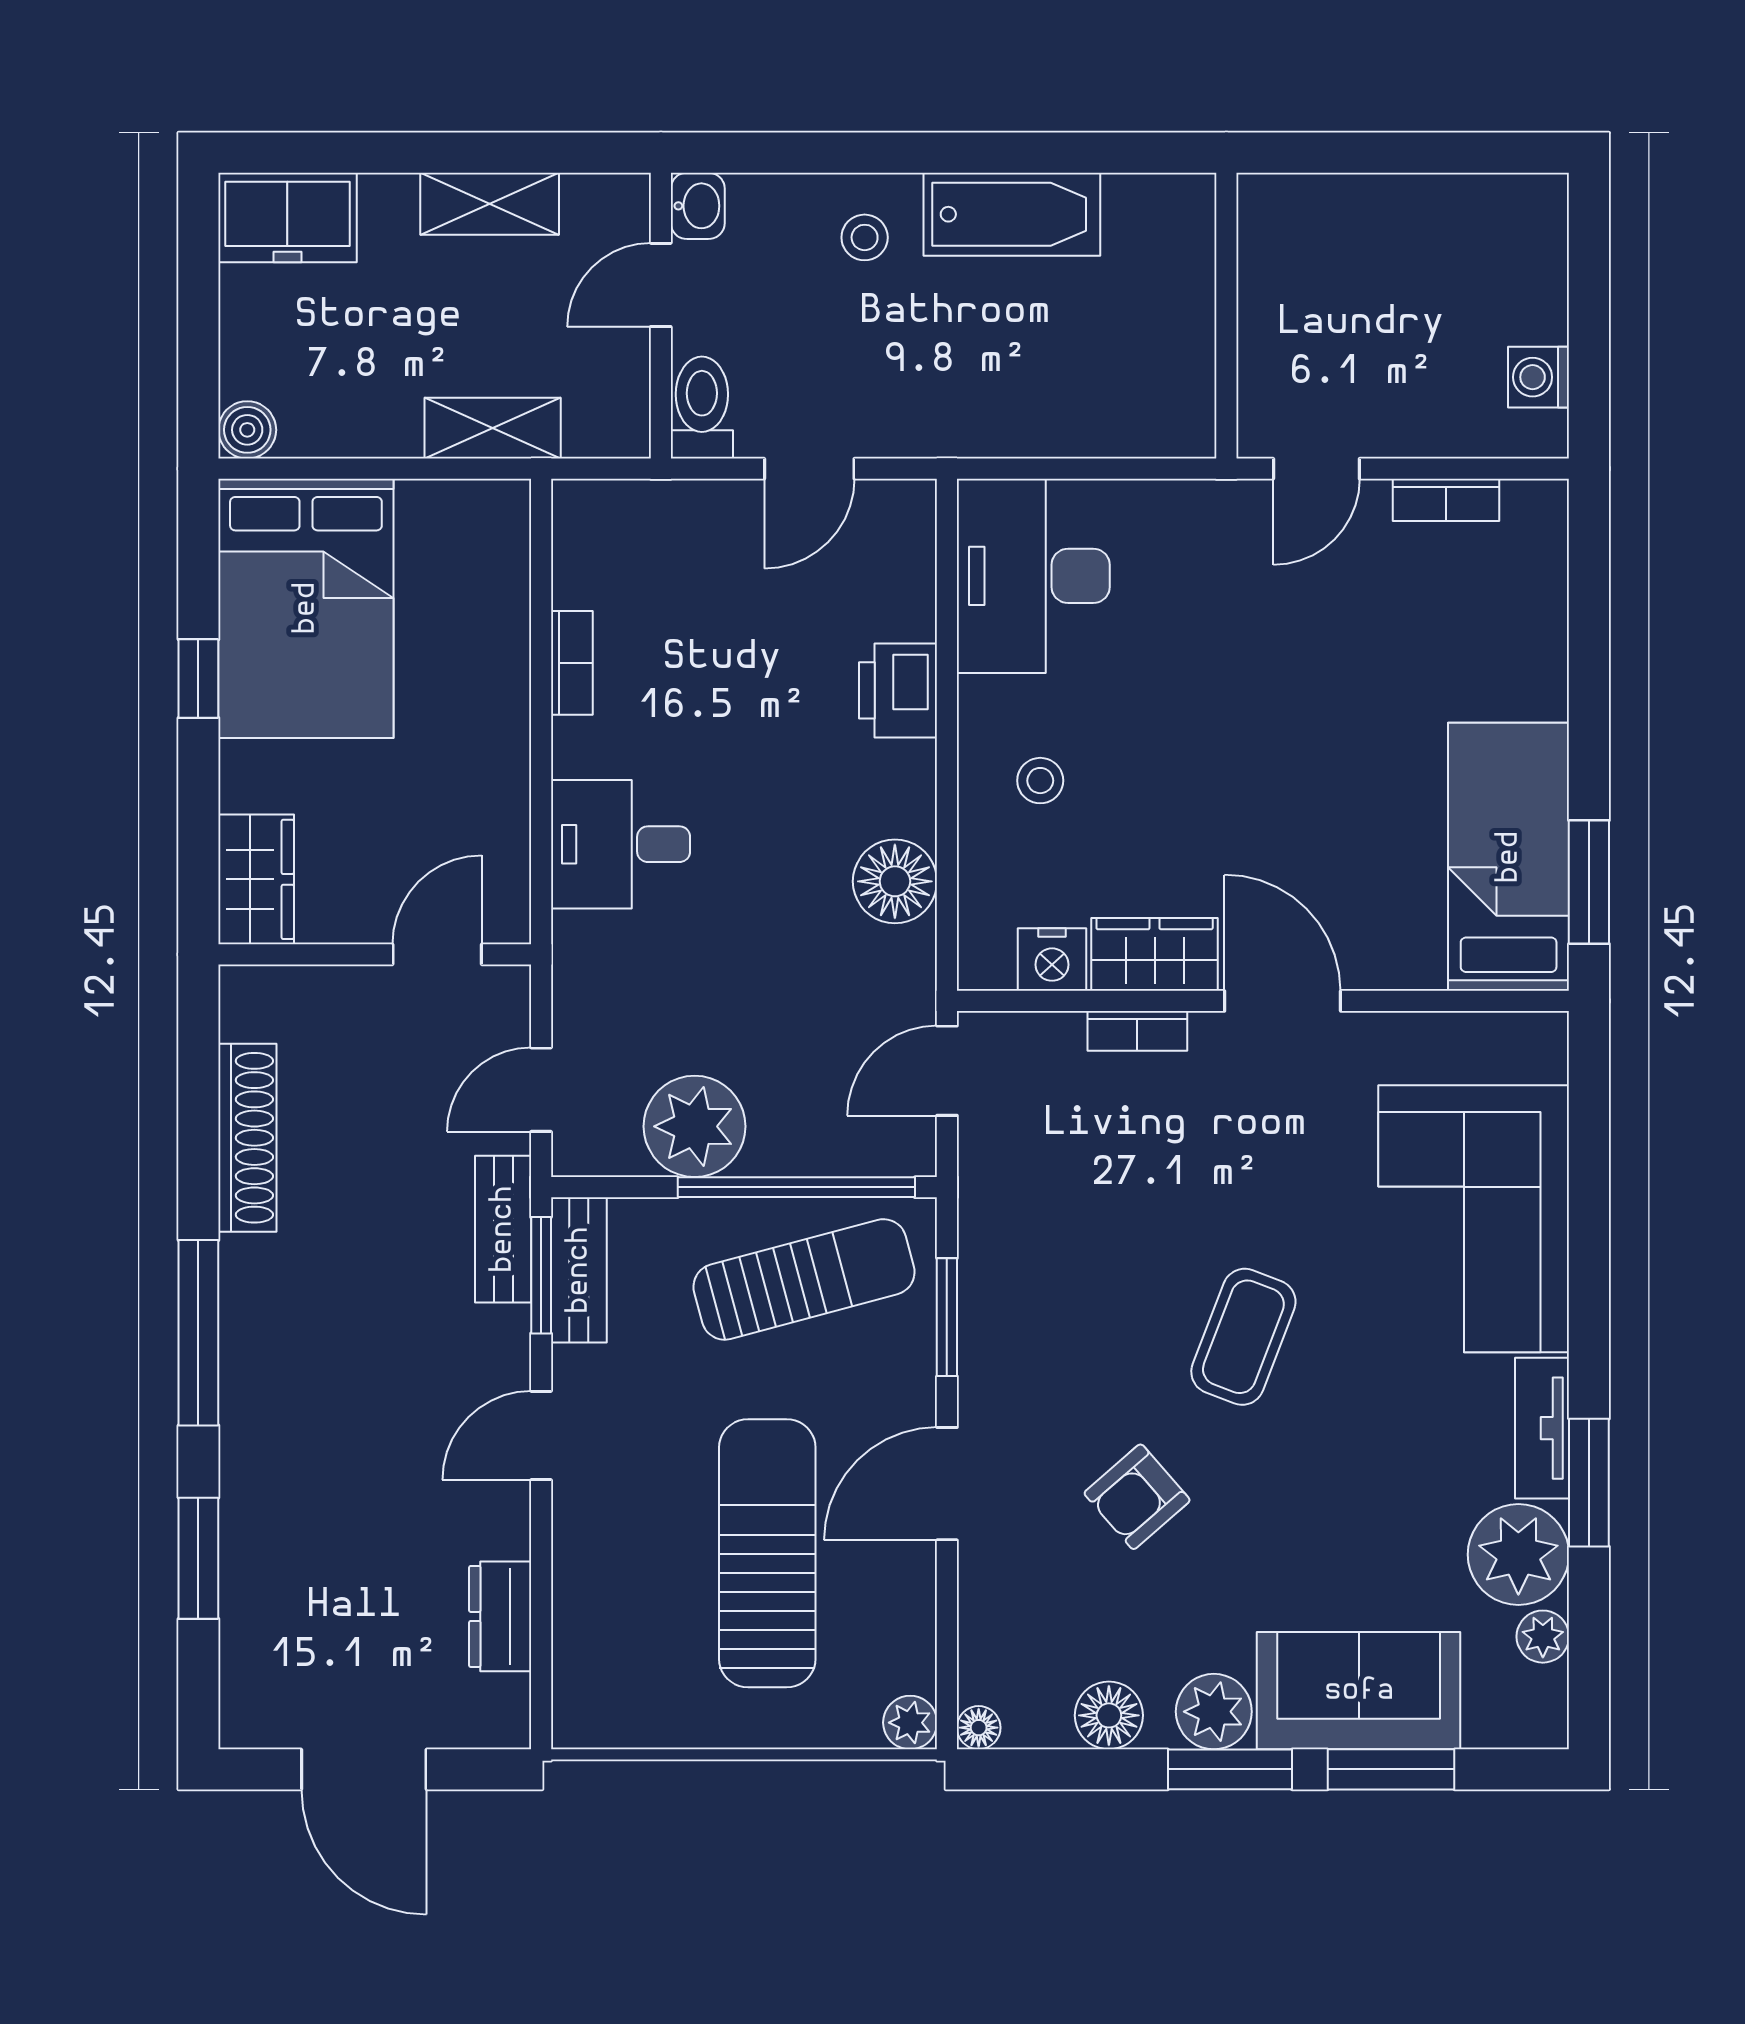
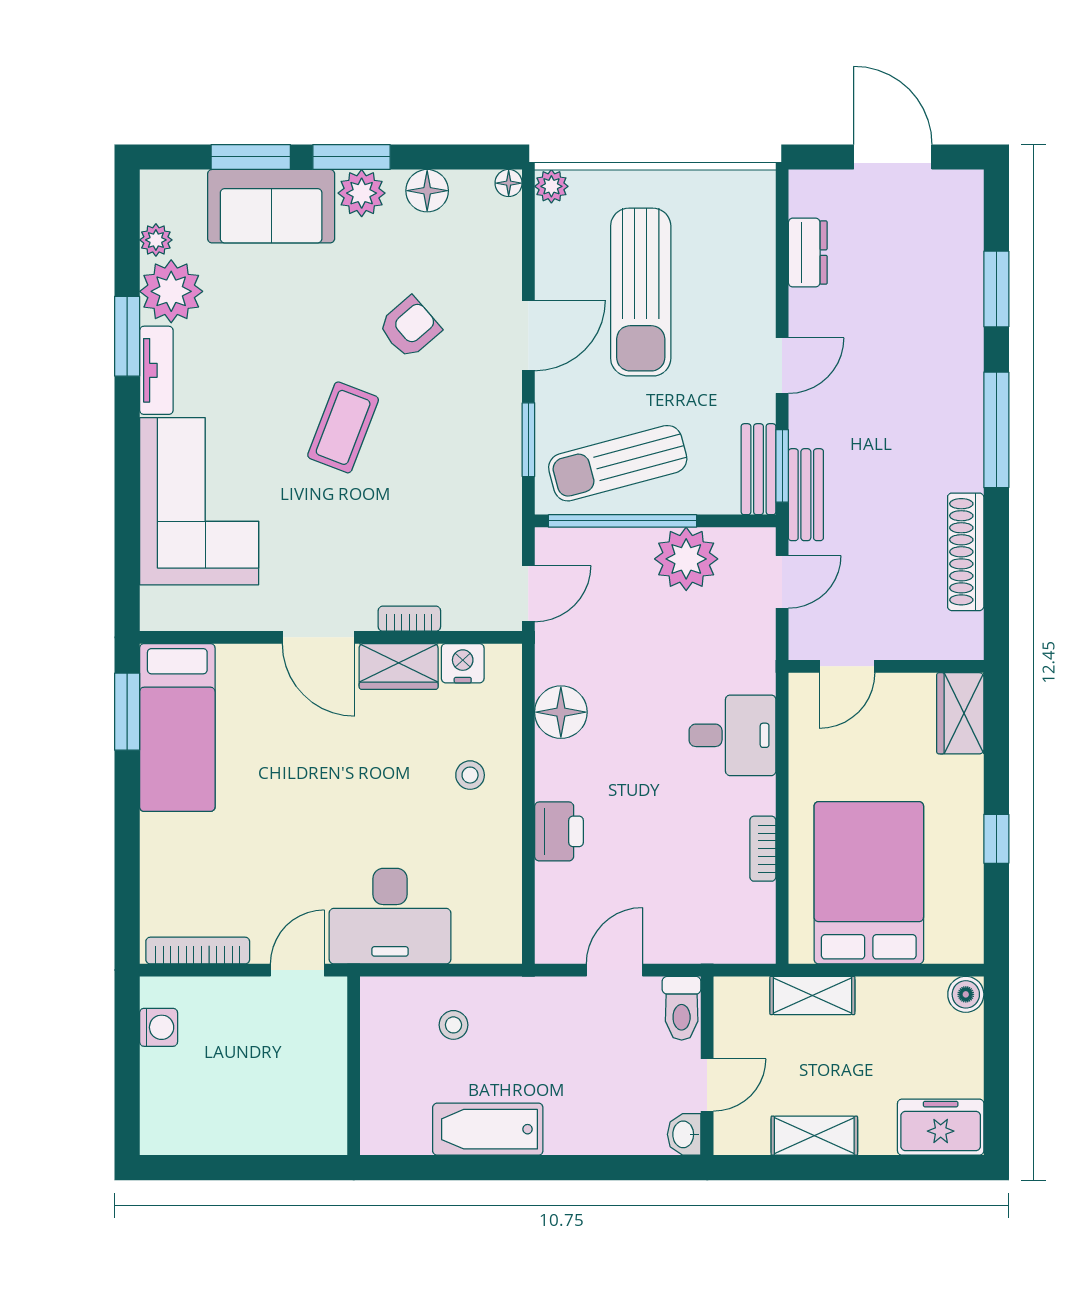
stool: (865, 237) -> (453, 1025), moved
bookcase: (1446, 500) -> (198, 951), width x1.56
desk: (1033, 576) -> (390, 916), moved, turned 90
bed: (306, 608) -> (869, 883), moved

